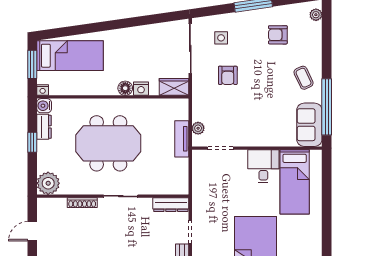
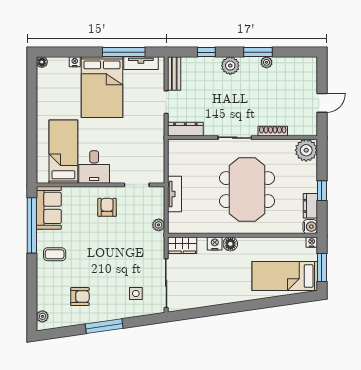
armchair: (228, 75) -> (107, 207), moved
coffee table: (304, 78) -> (55, 254), turned -65
plant: (198, 128) -> (159, 225), moved
meeting table: (108, 143) -> (247, 190), turned 90

